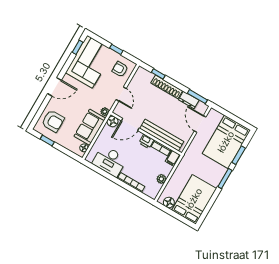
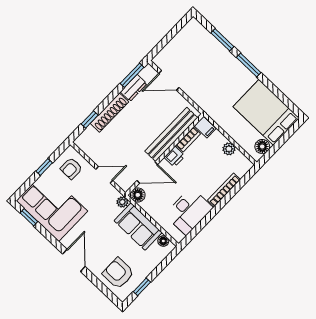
armchair: (53, 121) -> (118, 273), turned -90
door: (130, 124) -> (147, 173), hinge flipped
bed: (226, 142) -> (201, 52), removed

